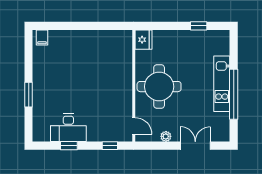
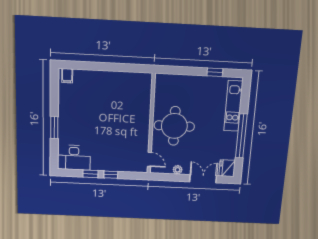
fridge: (143, 40) -> (227, 168), moved, turned 180
kitchen unit: (222, 84) -> (233, 106), moved
desk: (68, 128) -> (74, 158), moved
window: (110, 146) -> (111, 175), moved

